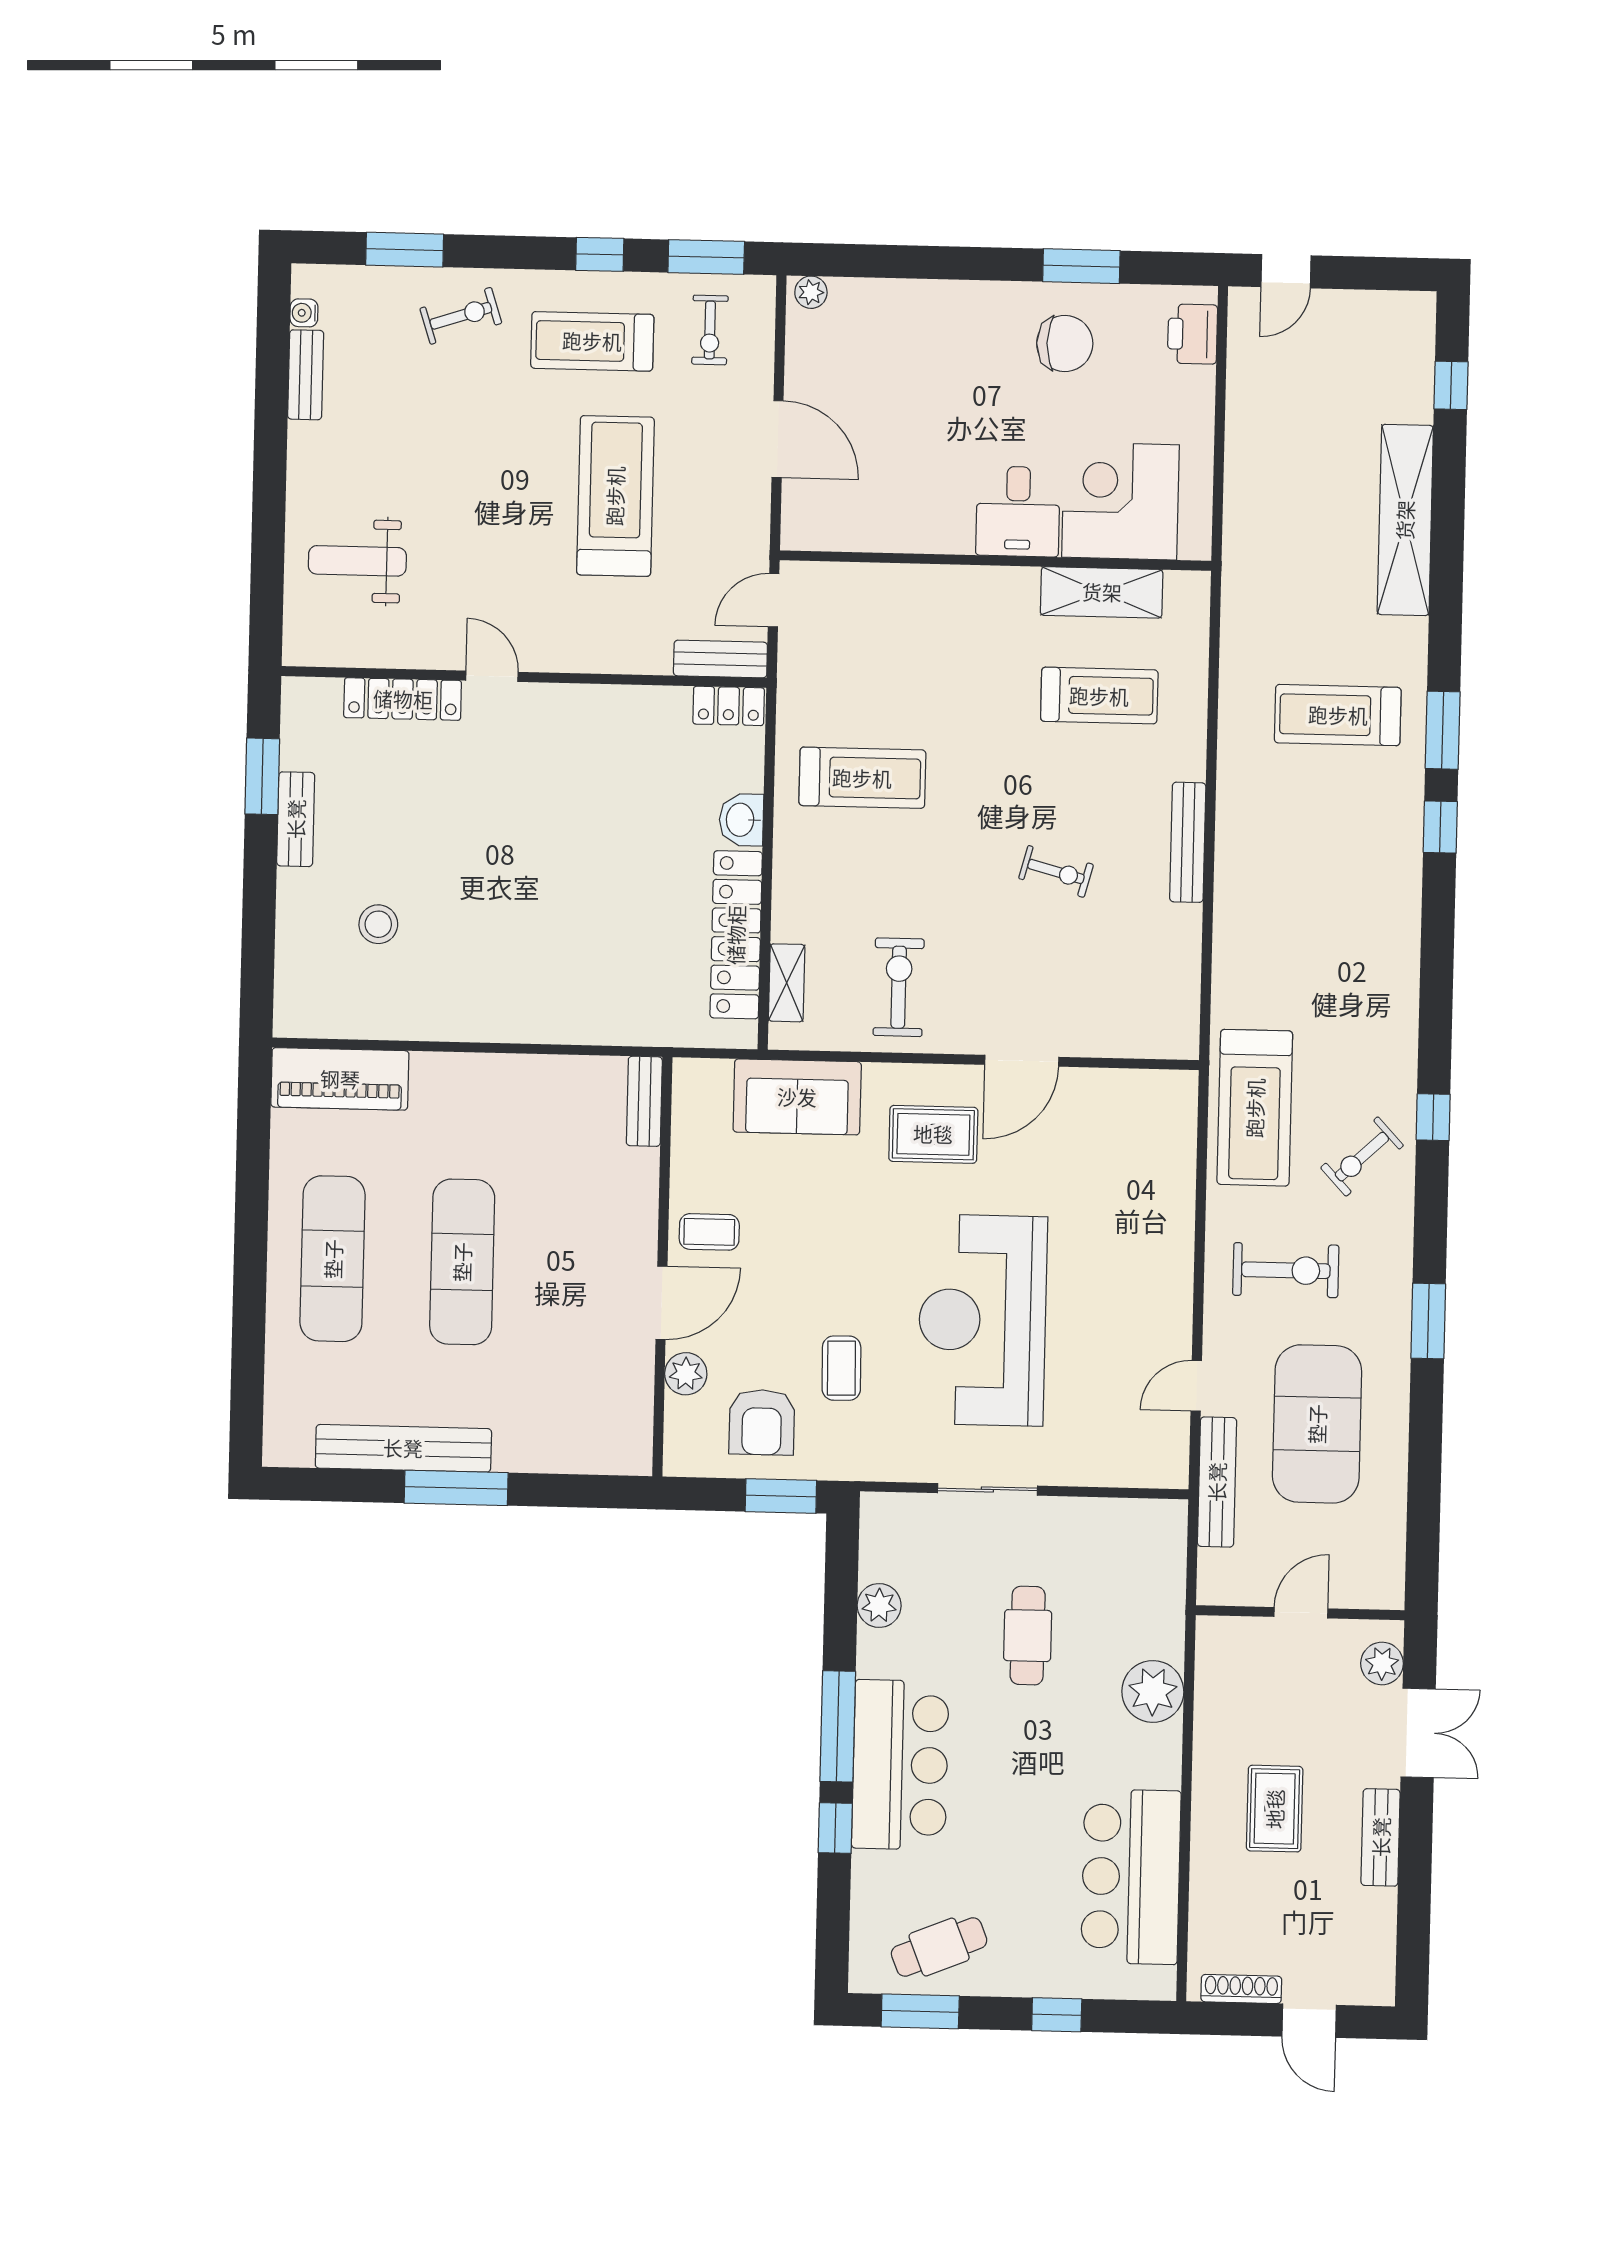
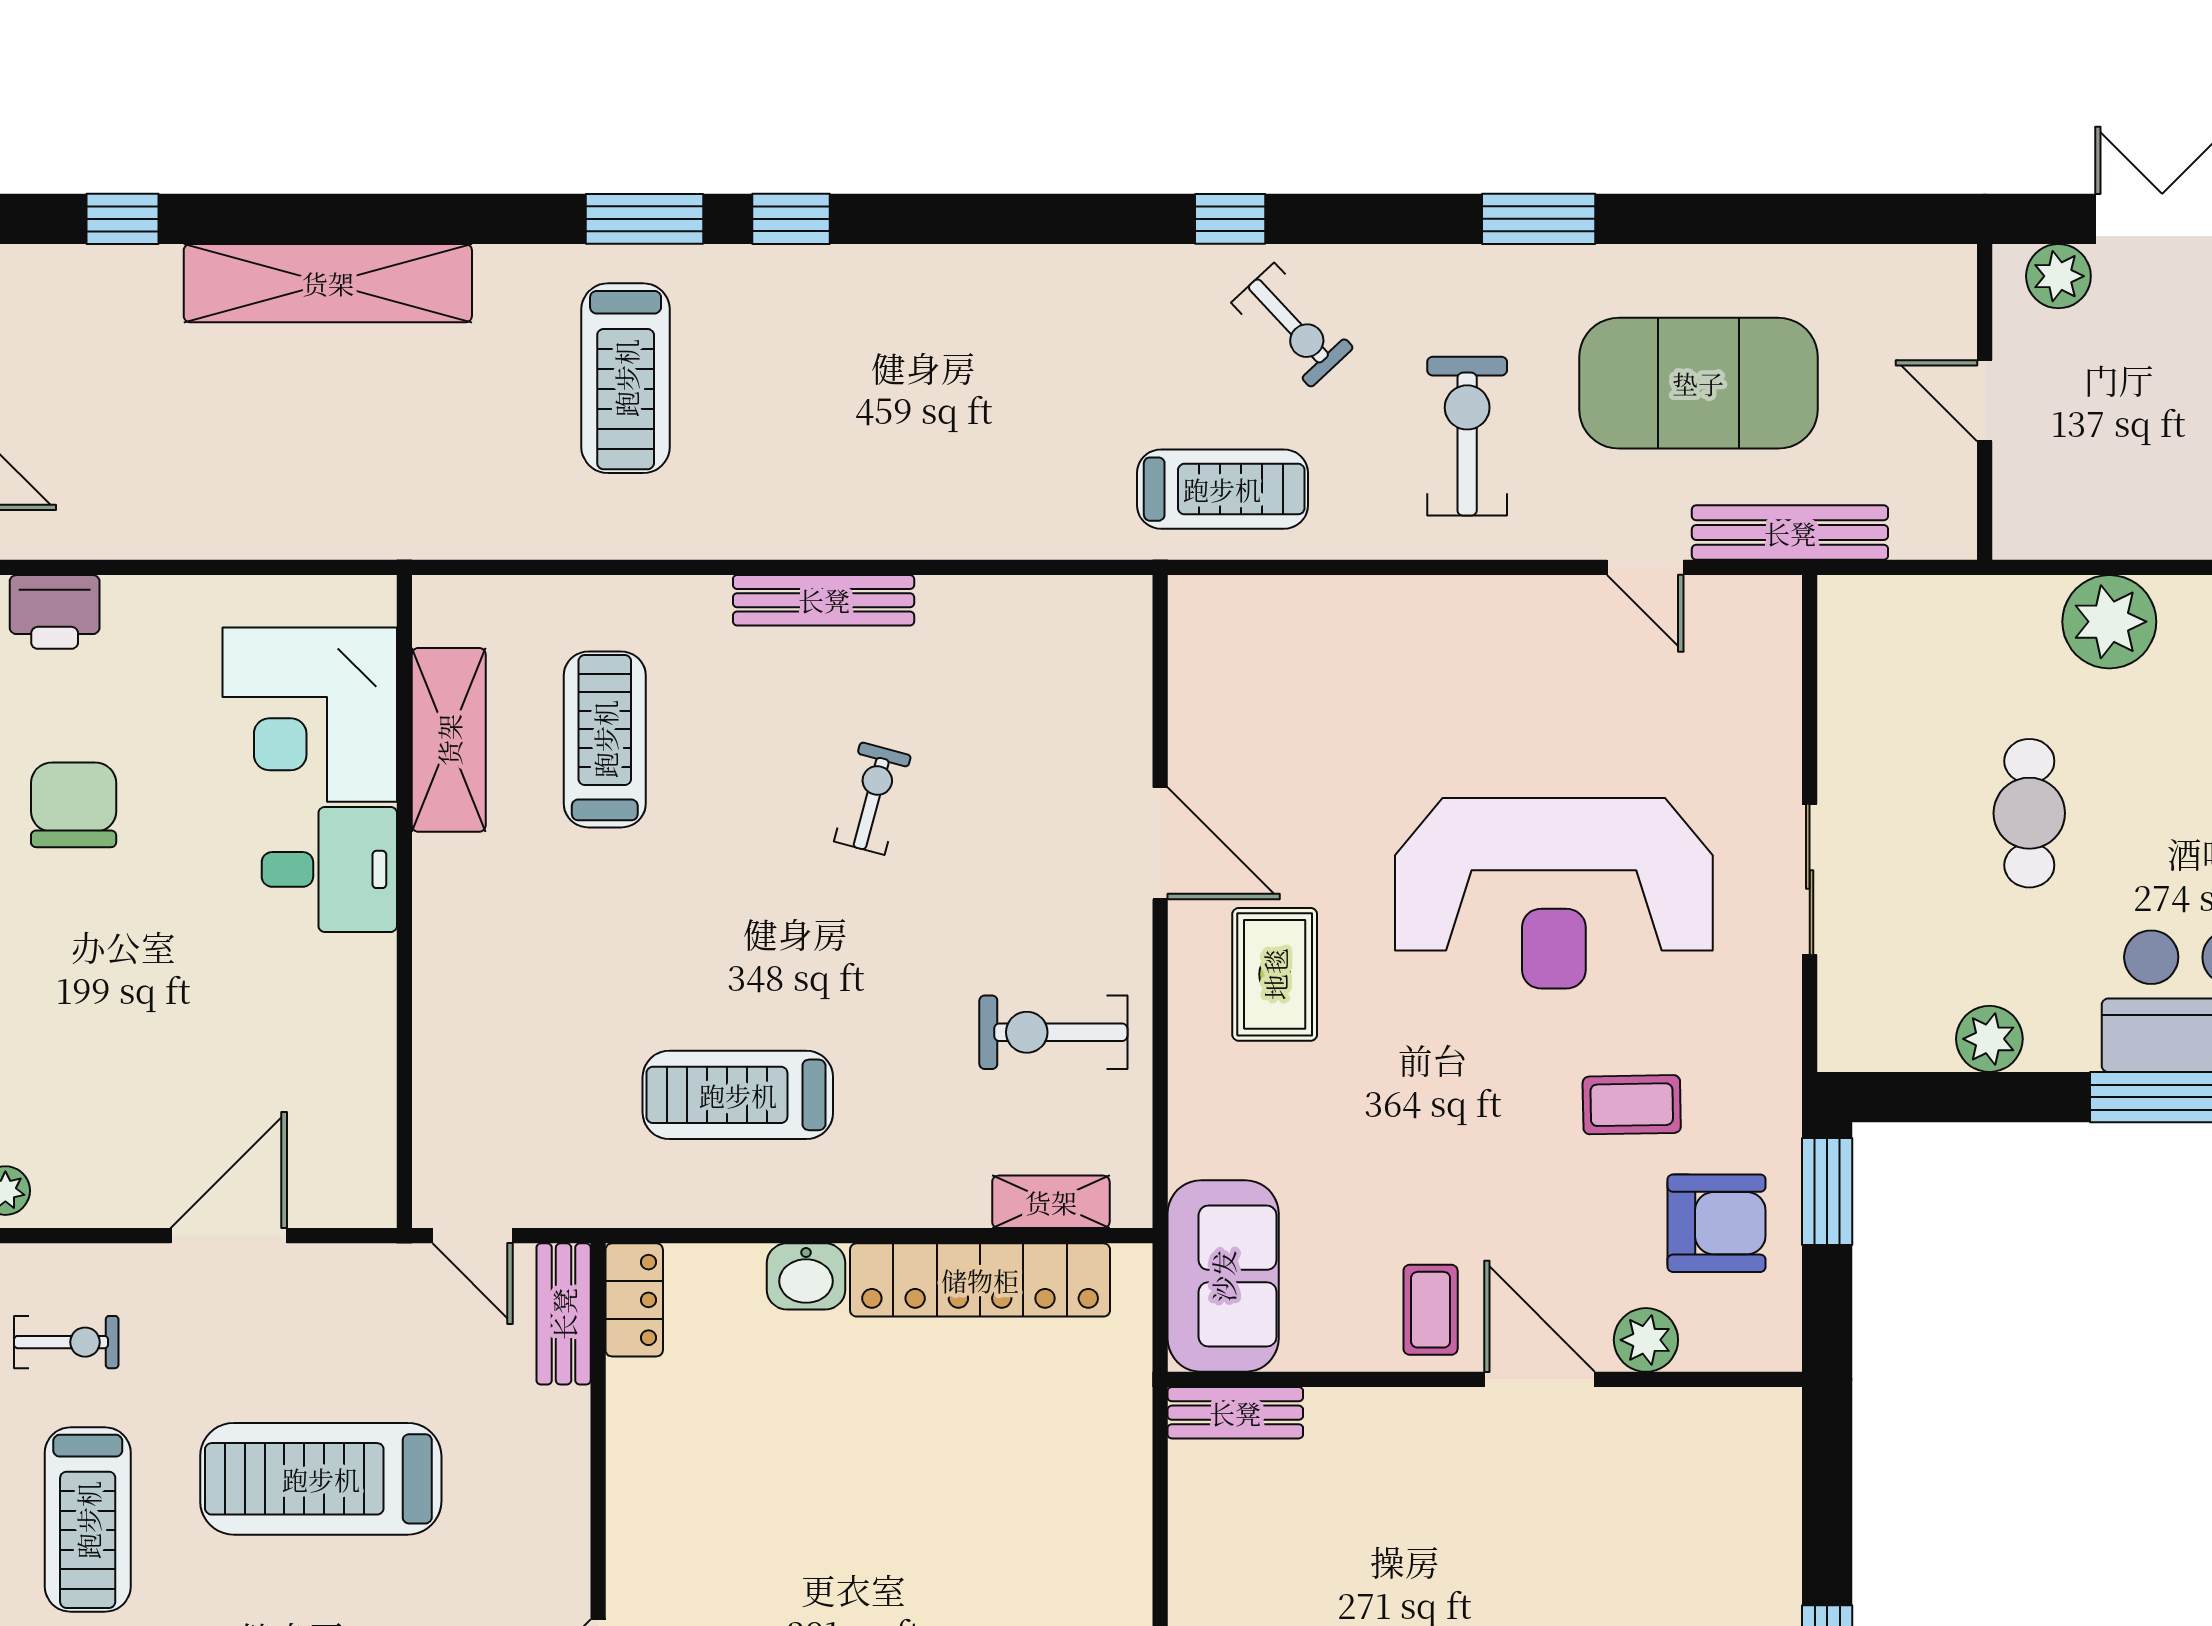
treadmill: (862, 778) -> (738, 1095), turned -90
sofa: (797, 1097) -> (1223, 1276), moved
treadmill: (1255, 1108) -> (1222, 489), width x0.73, depth x0.73
cafe table: (1028, 1636) -> (2029, 813), turned 90

